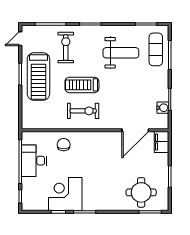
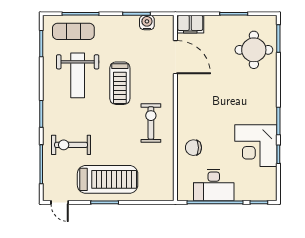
weight bench: (121, 53) -> (78, 75), turned 180
treadmill: (82, 85) -> (120, 83), moved

